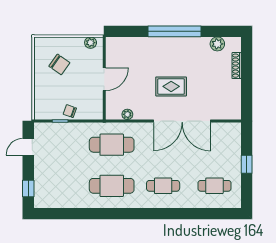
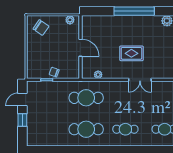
chair: (59, 64) -> (41, 28), moved
door: (104, 79) -> (80, 48), hinge flipped
double door: (182, 121) -> (140, 80), width x0.54
window: (28, 188) -> (22, 120), moved

